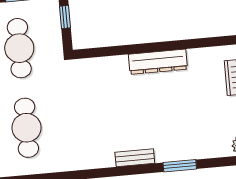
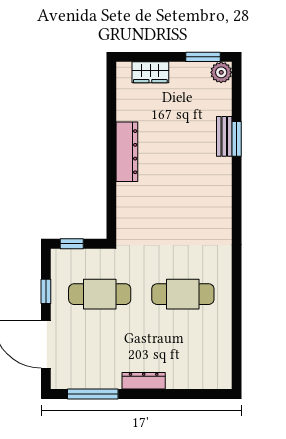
bench: (135, 158) -> (224, 136), moved

